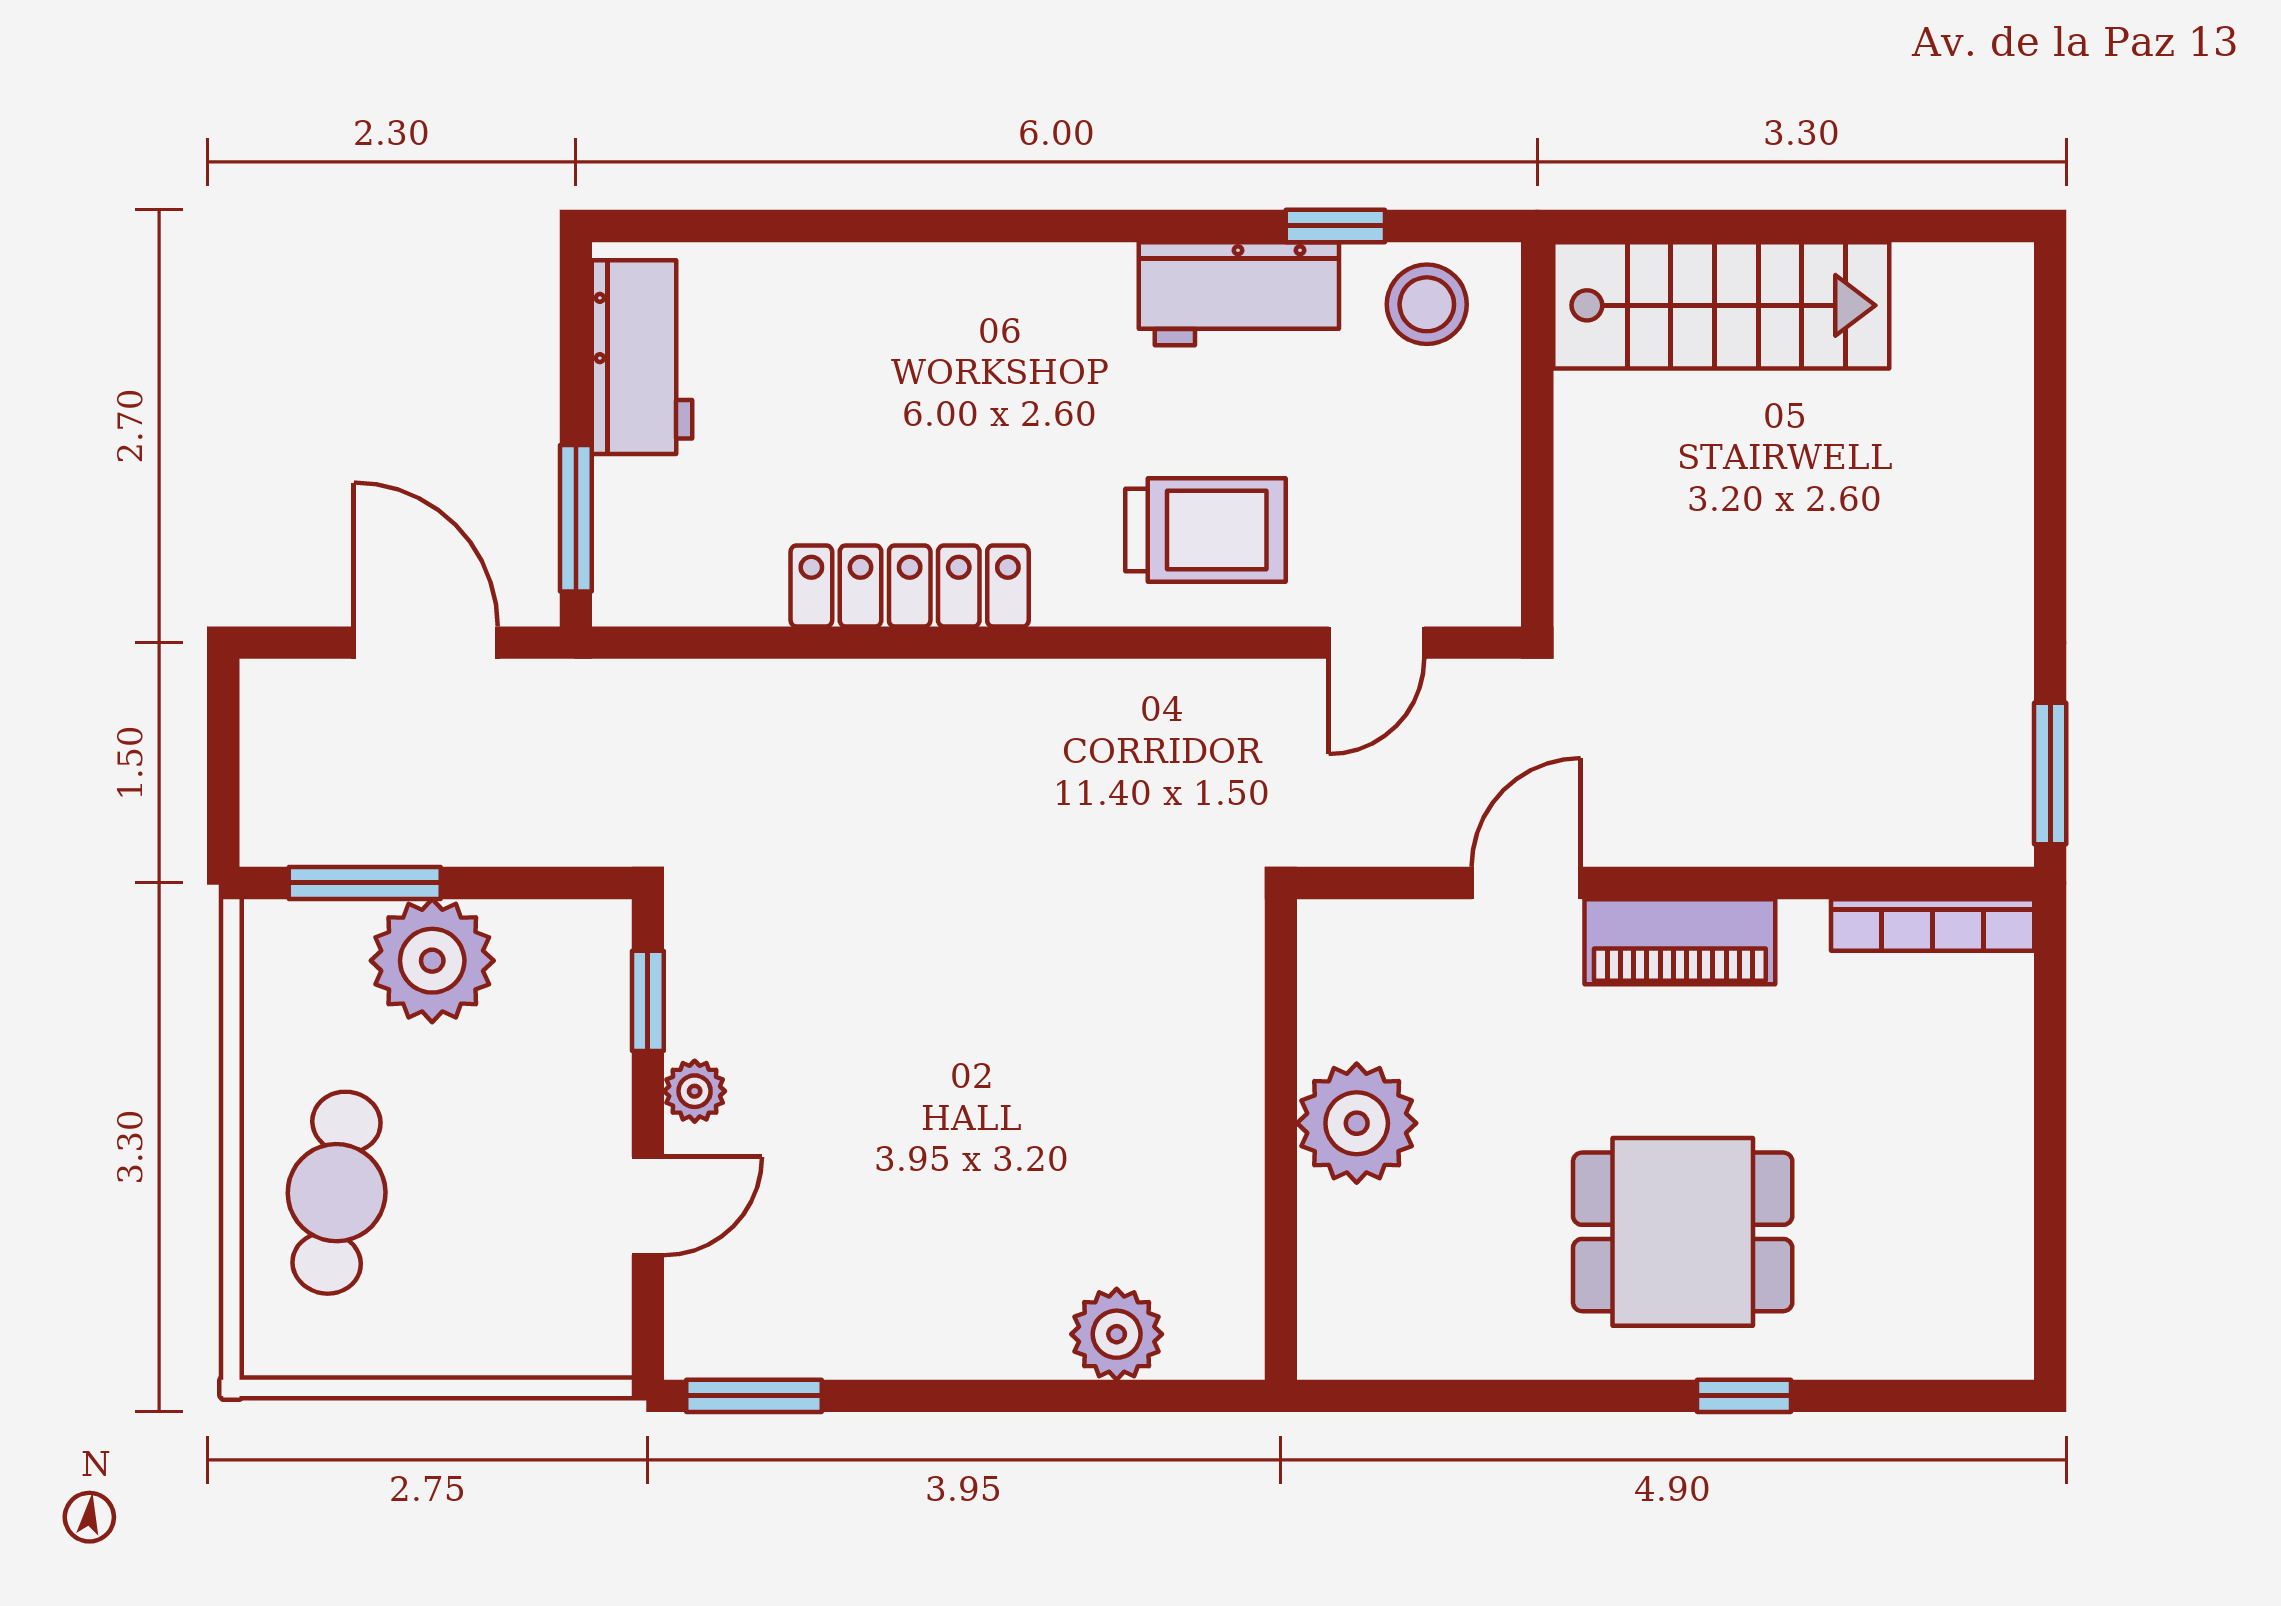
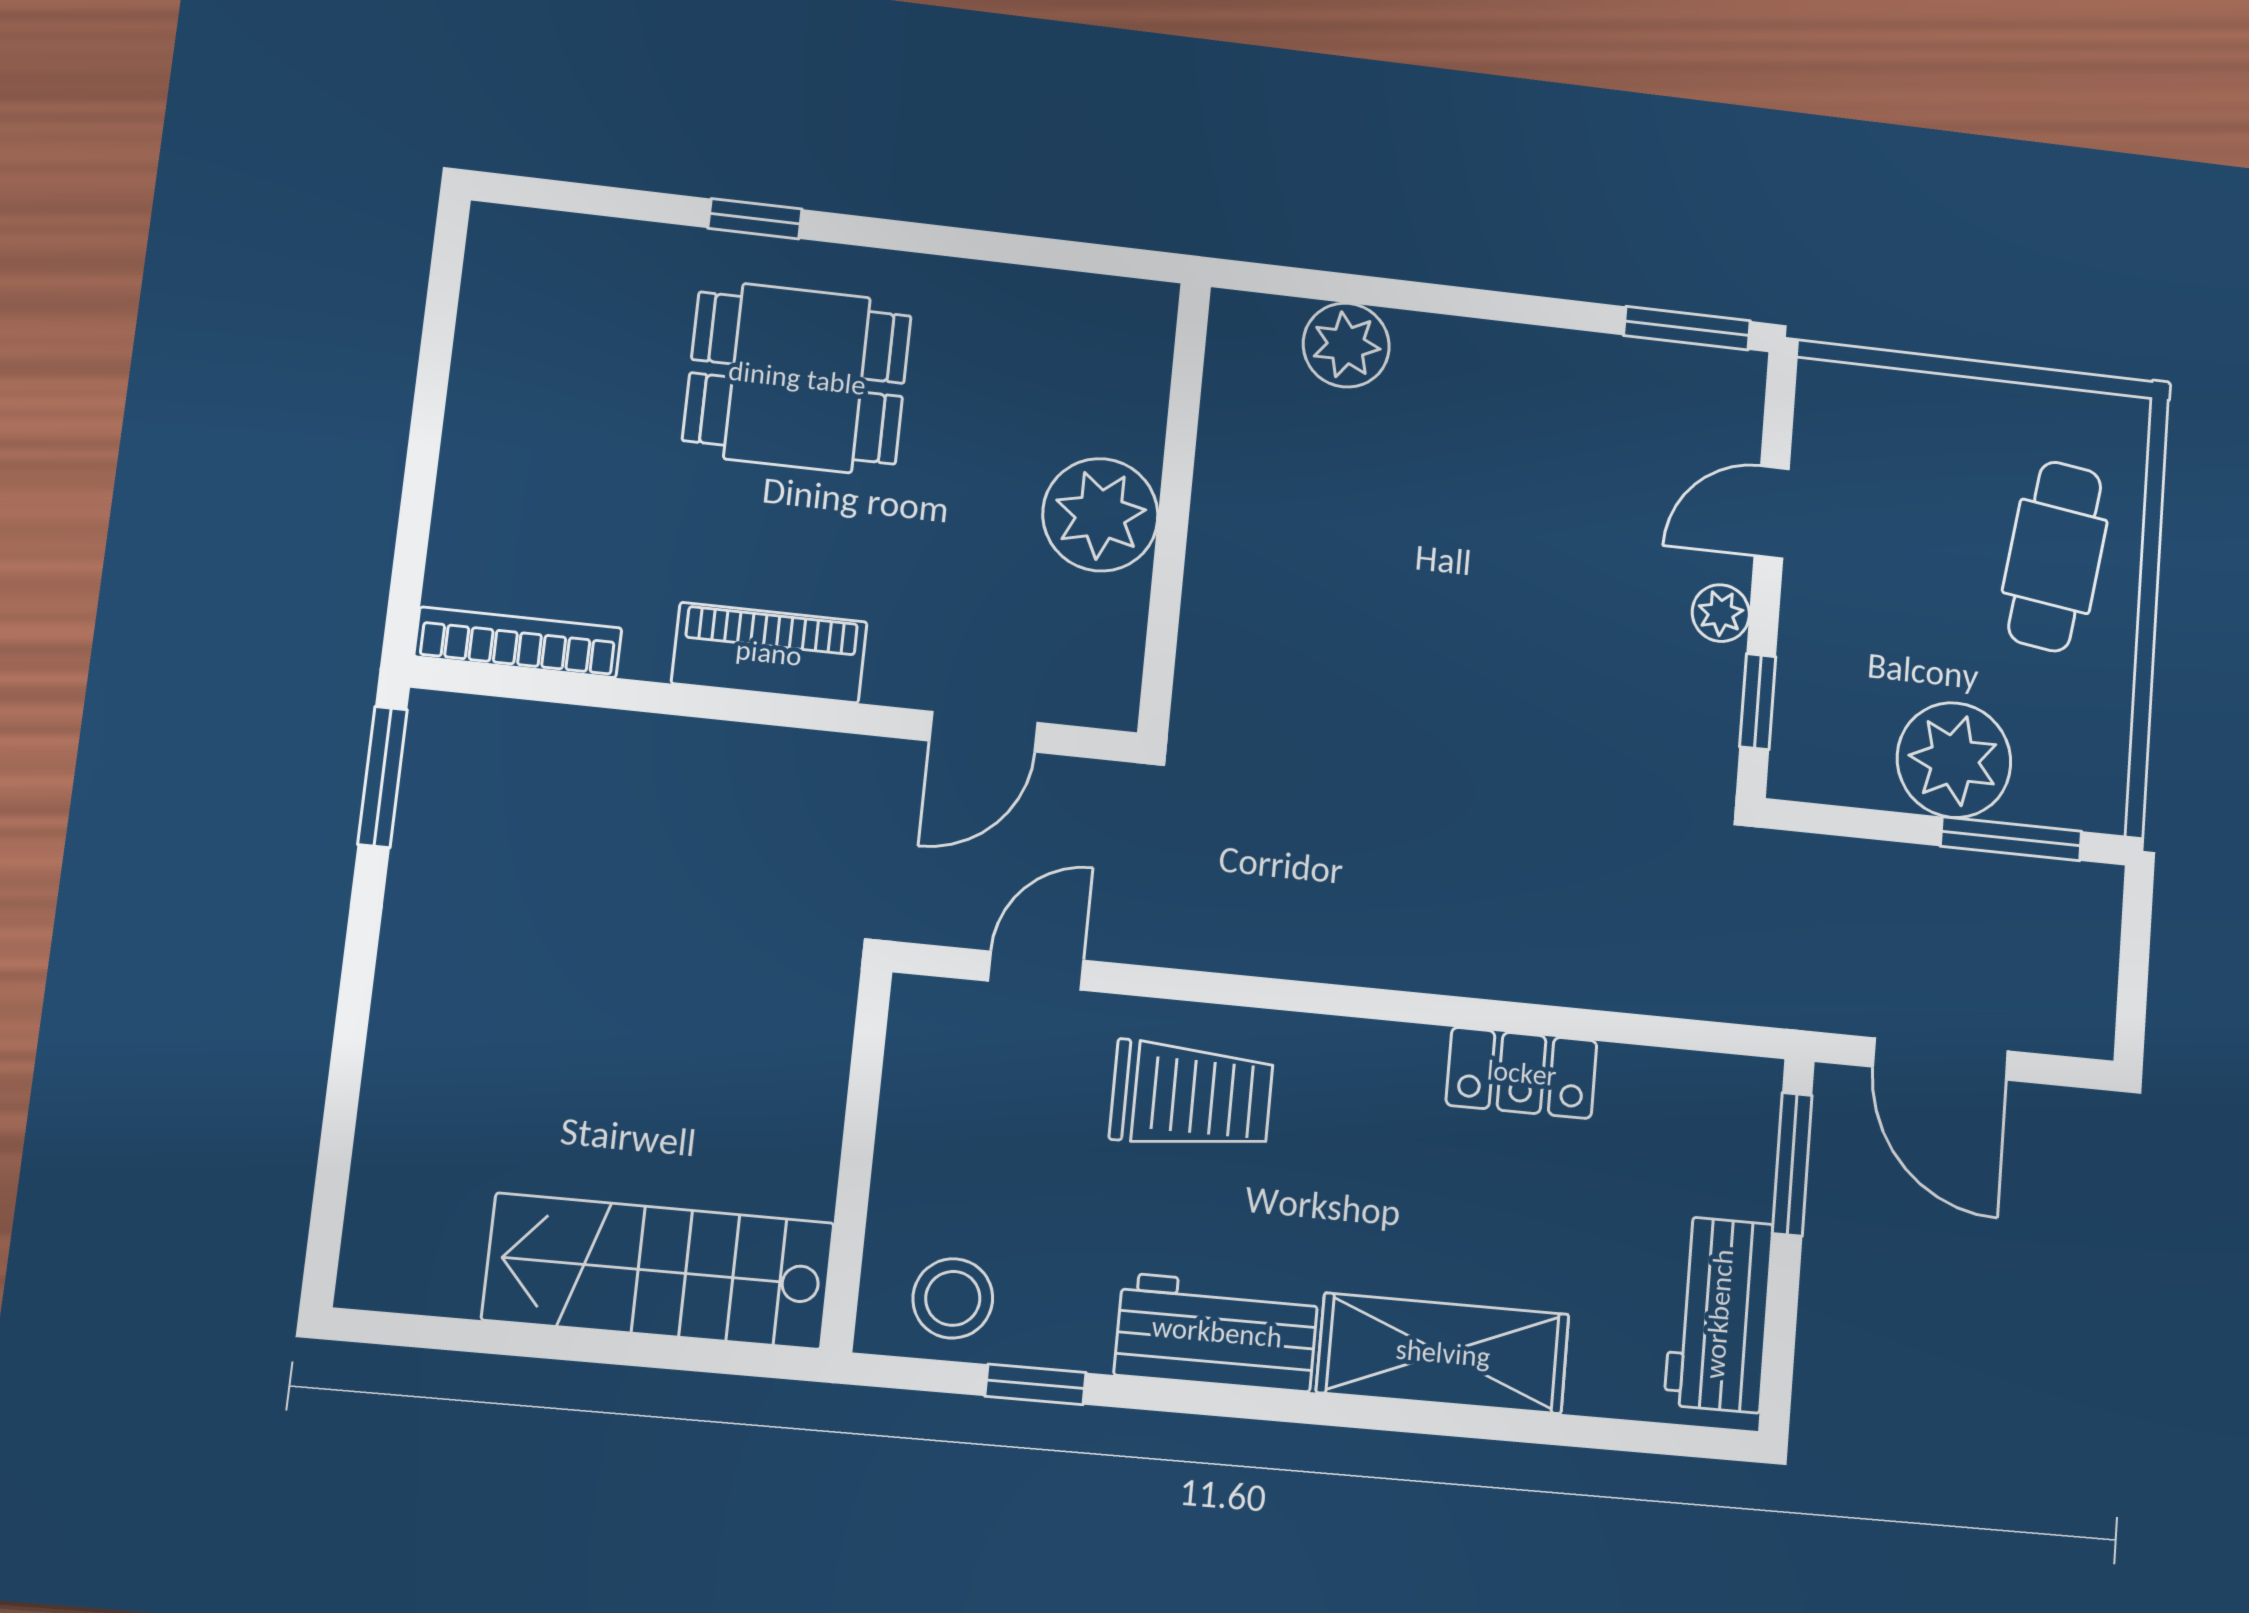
shelving: (925, 293) -> (1443, 1353), added
workbench: (1239, 294) -> (1217, 1332), moved
trolley: (1206, 530) -> (1192, 1096), turned 180
locker: (910, 586) -> (1522, 1073), width x0.66
door: (1526, 883) -> (983, 732), moved

